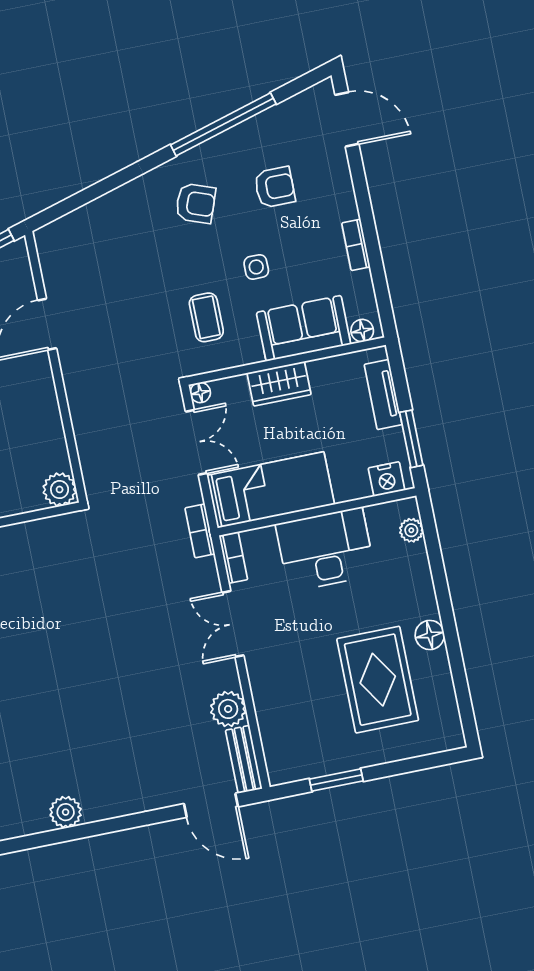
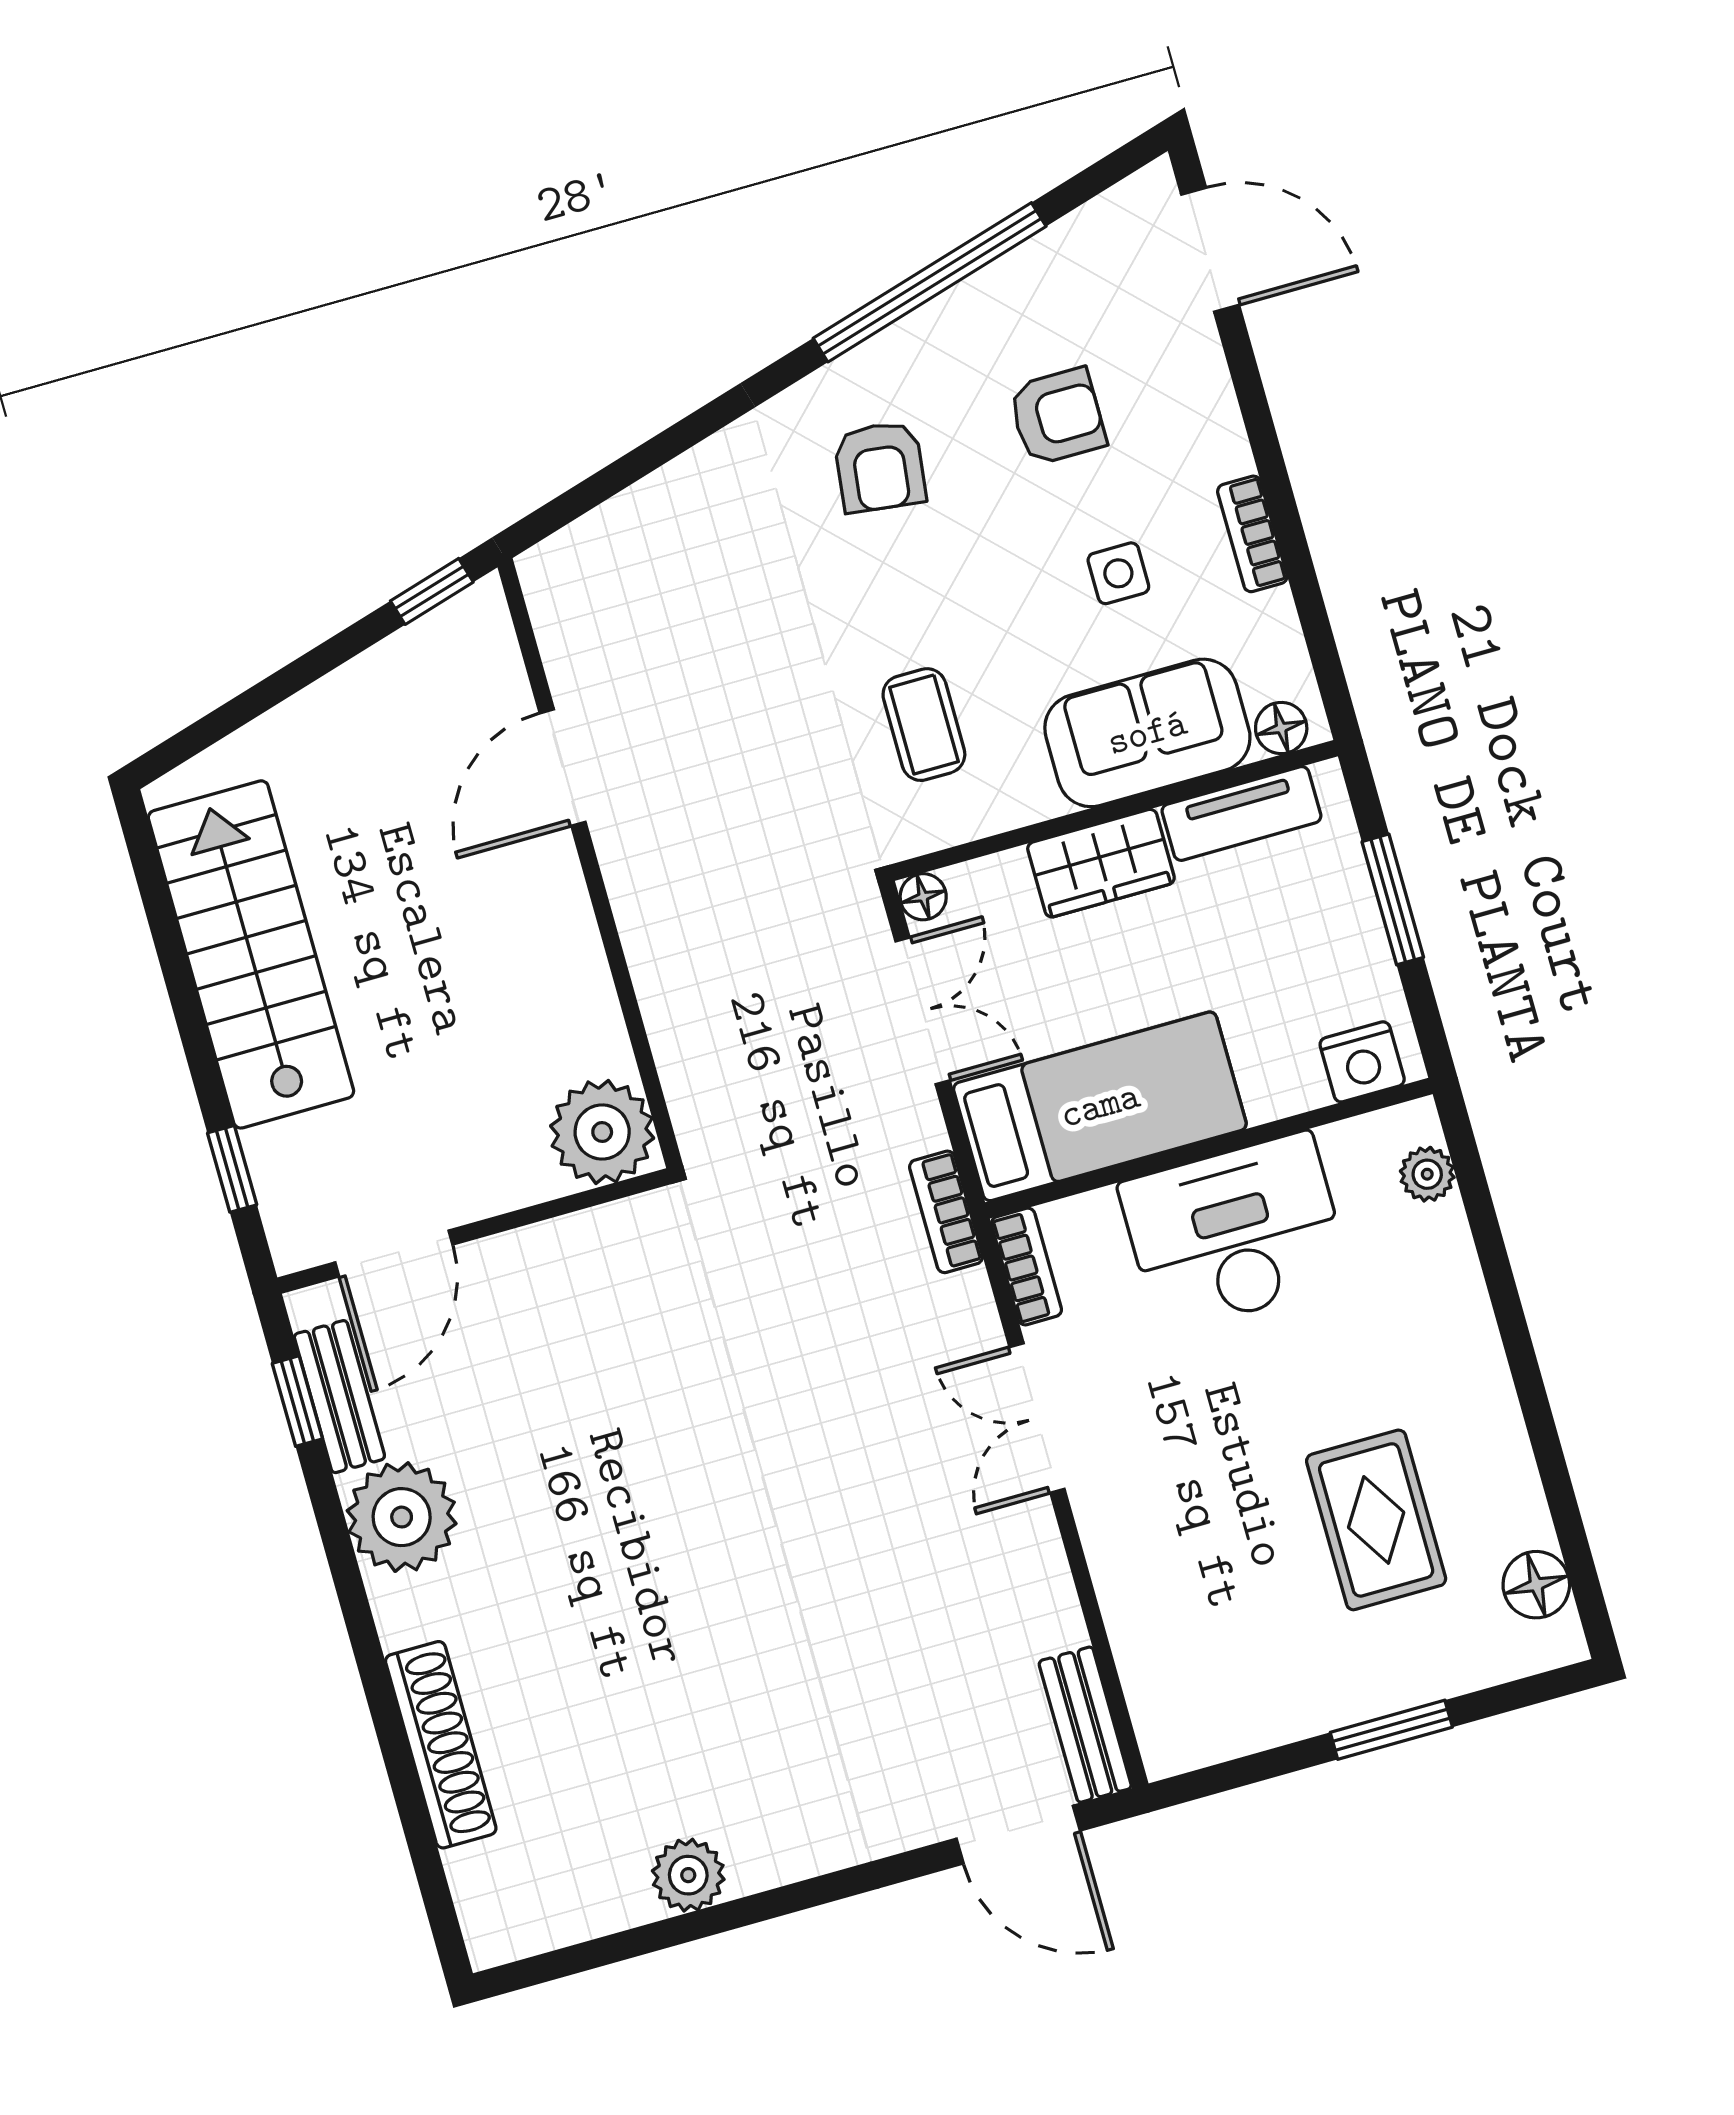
armchair: (196, 203) -> (880, 467), turned 77
side table: (256, 267) -> (1118, 573), moved
tv unit: (383, 395) -> (1241, 814), moved, turned -90
window: (411, 439) -> (1393, 899), moved
plant: (60, 490) -> (602, 1132), width x1.36, depth x1.36
floor lamp: (430, 635) -> (1536, 1585), moved
rug: (378, 680) -> (1376, 1520), width x0.73, depth x0.70
plant: (228, 709) -> (1041, 1612), removed
window: (336, 780) -> (1391, 1730), moved

